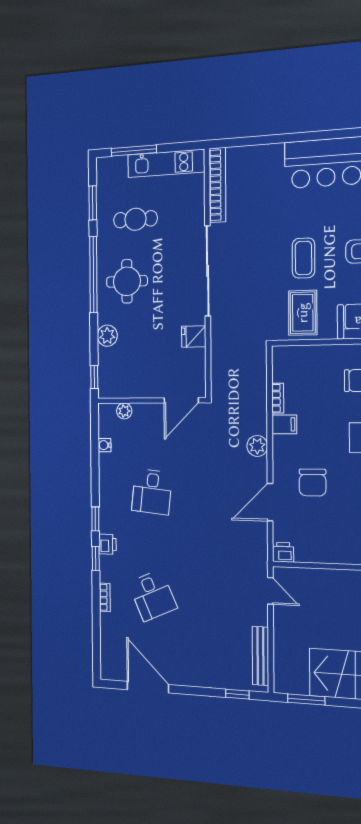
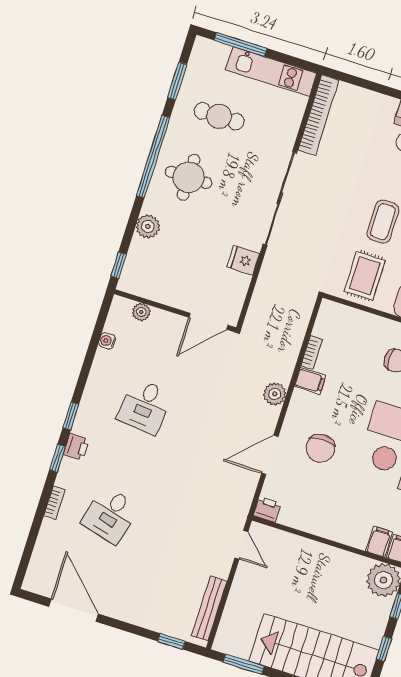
desk: (153, 595) -> (110, 515), turned 39

